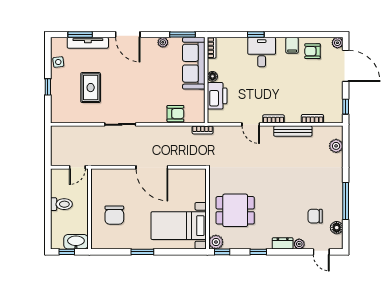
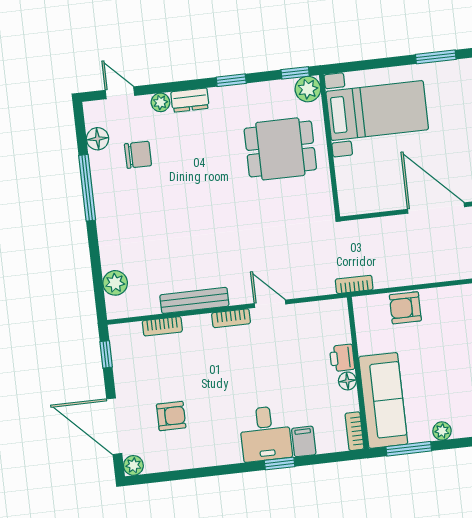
filing cabinet: (292, 45) -> (304, 441), moved
armchair: (313, 51) -> (171, 416), moved
printer: (217, 96) -> (342, 358), width x0.53, depth x0.68

